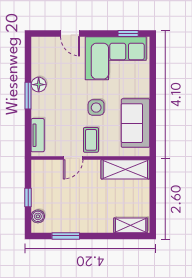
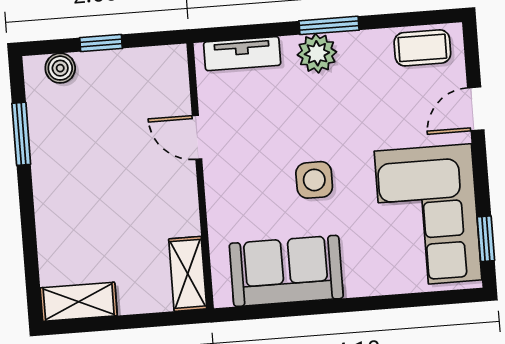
floor lamp: (39, 85) -> (356, 47), removed
plant: (40, 102) -> (317, 53), added
coffee table: (91, 140) -> (422, 48), moved
shelving: (125, 169) -> (188, 274), width x0.67, depth x0.75
shelving: (131, 225) -> (79, 302), moved, turned 90

